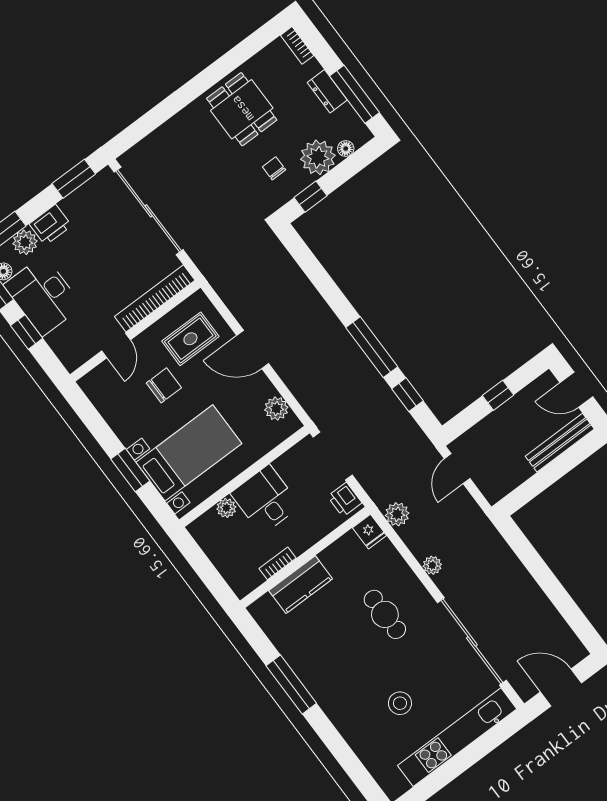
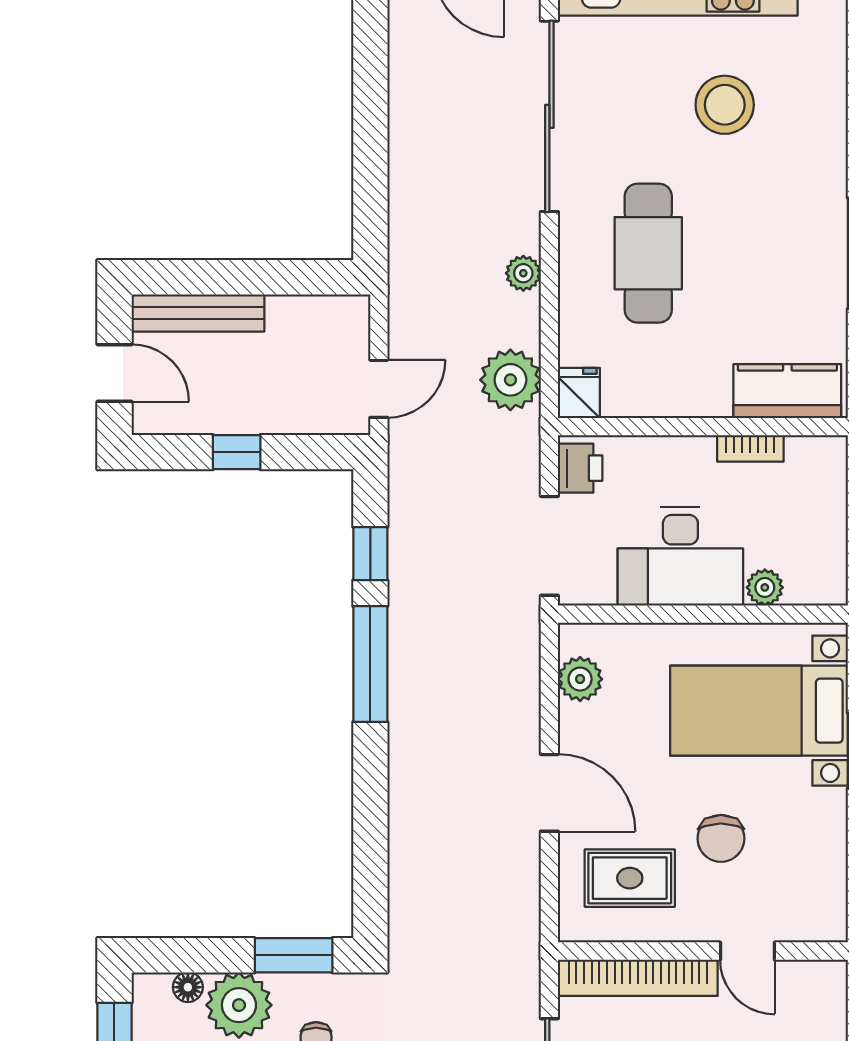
window: (310, 197) -> (294, 955), width x1.50
door: (116, 345) -> (747, 951), swing flipped
chair: (164, 385) -> (721, 838), turned -90
desk: (265, 500) -> (680, 556), width x1.37
plant: (397, 514) -> (510, 380), width x1.36, depth x1.36
kitchen counter: (301, 585) -> (787, 391), moved
cafe table: (385, 614) -> (648, 253), width x1.37, depth x1.35
stool: (400, 703) -> (725, 105), width x1.38, depth x1.38

